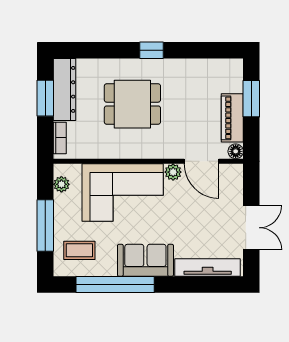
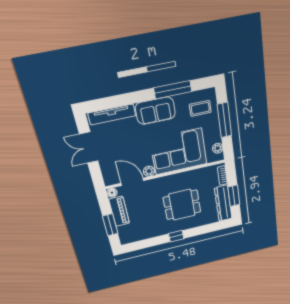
window: (115, 285) -> (173, 90), width x0.68

